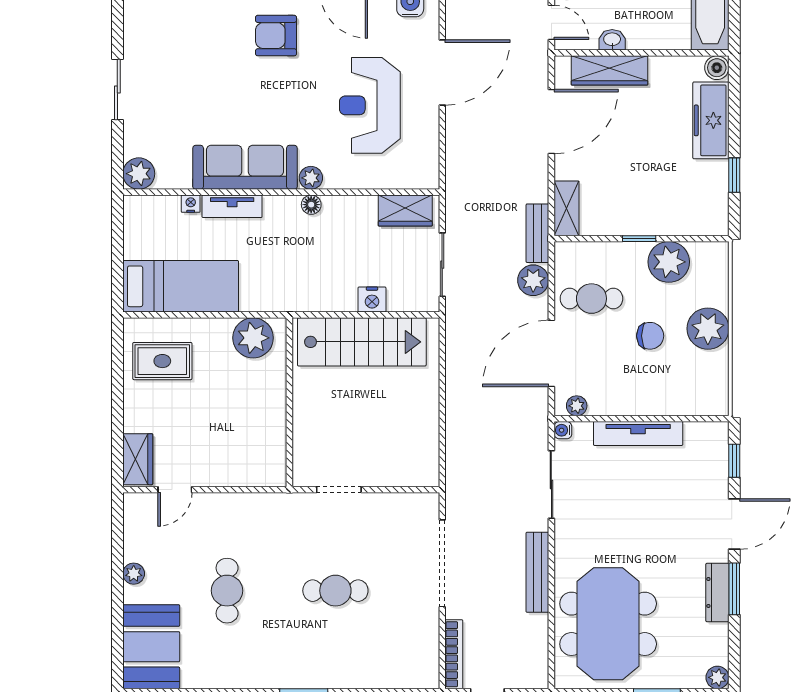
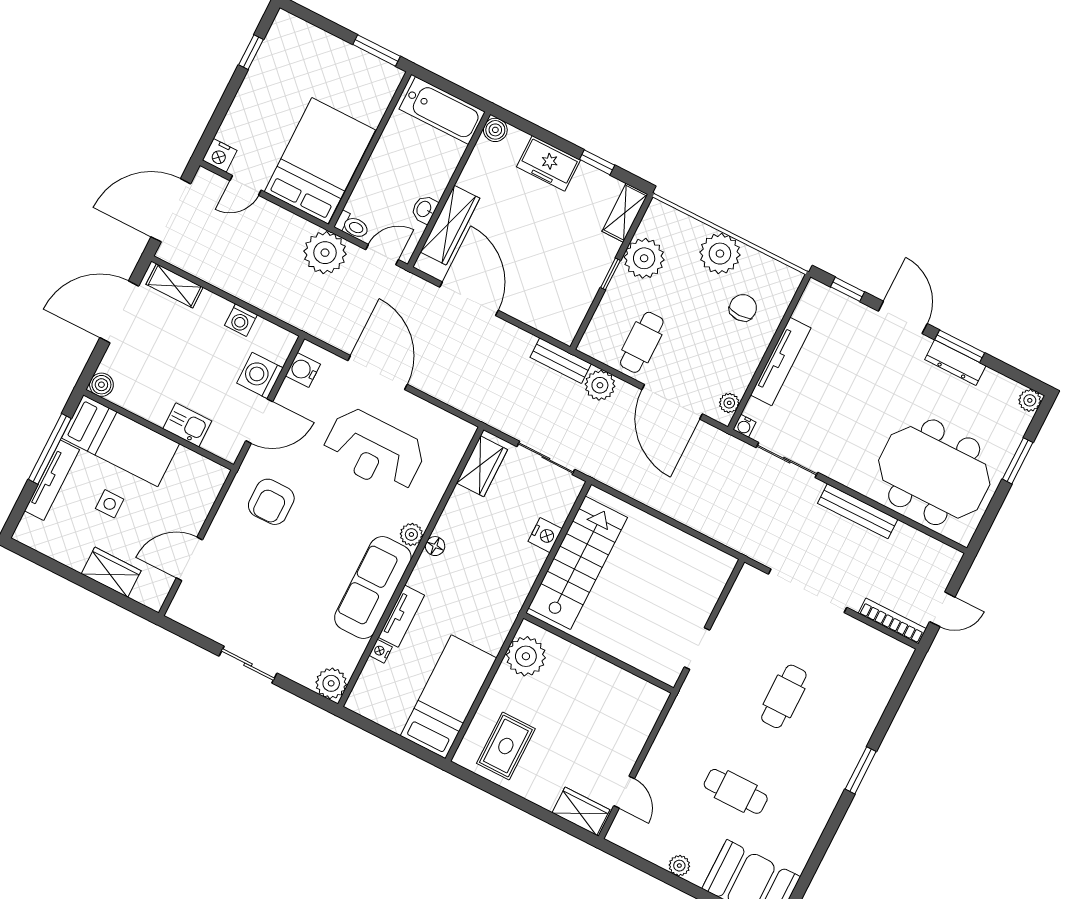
freezer: (711, 120) -> (549, 163), width x0.71
shelving: (567, 208) -> (625, 213), moved, turned 90
chair: (650, 336) -> (743, 308), moved

